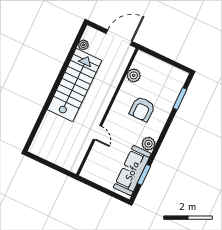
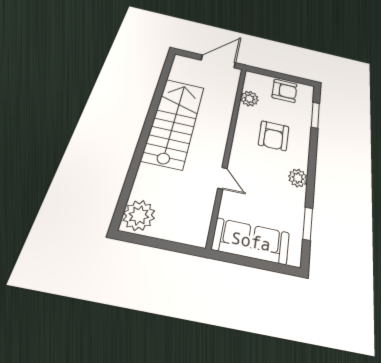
plant: (83, 45) -> (139, 215), moved, width x1.87, depth x1.87
armchair: (163, 73) -> (285, 91), added
sofa: (132, 171) -> (251, 241), moved, turned 90

